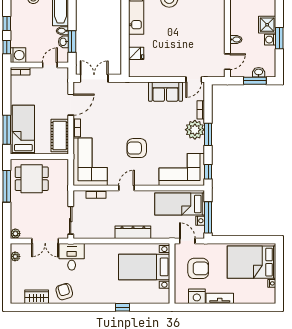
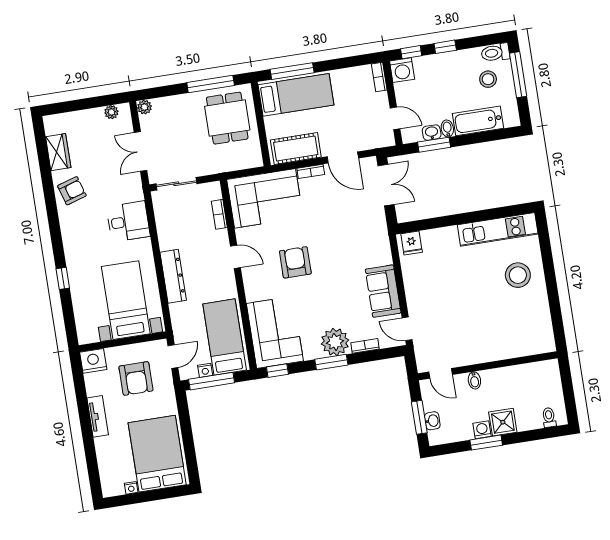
fridge: (136, 53) -> (412, 243), moved
desk: (72, 257) -> (128, 221), moved
nightstand: (197, 296) -> (93, 361), moved, turned 90

